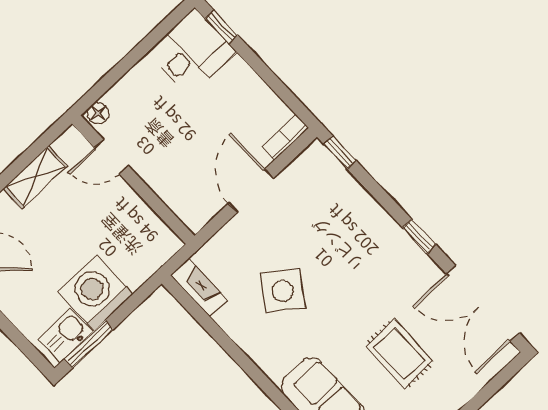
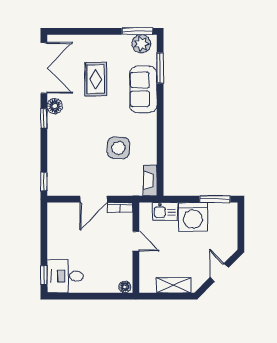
bookcase: (286, 137) -> (120, 207), moved
door: (111, 157) -> (136, 241), moved
floor lamp: (420, 266) -> (55, 106), added
side table: (283, 291) -> (118, 148), turned -36
kitchen sink: (65, 336) -> (165, 211), moved

